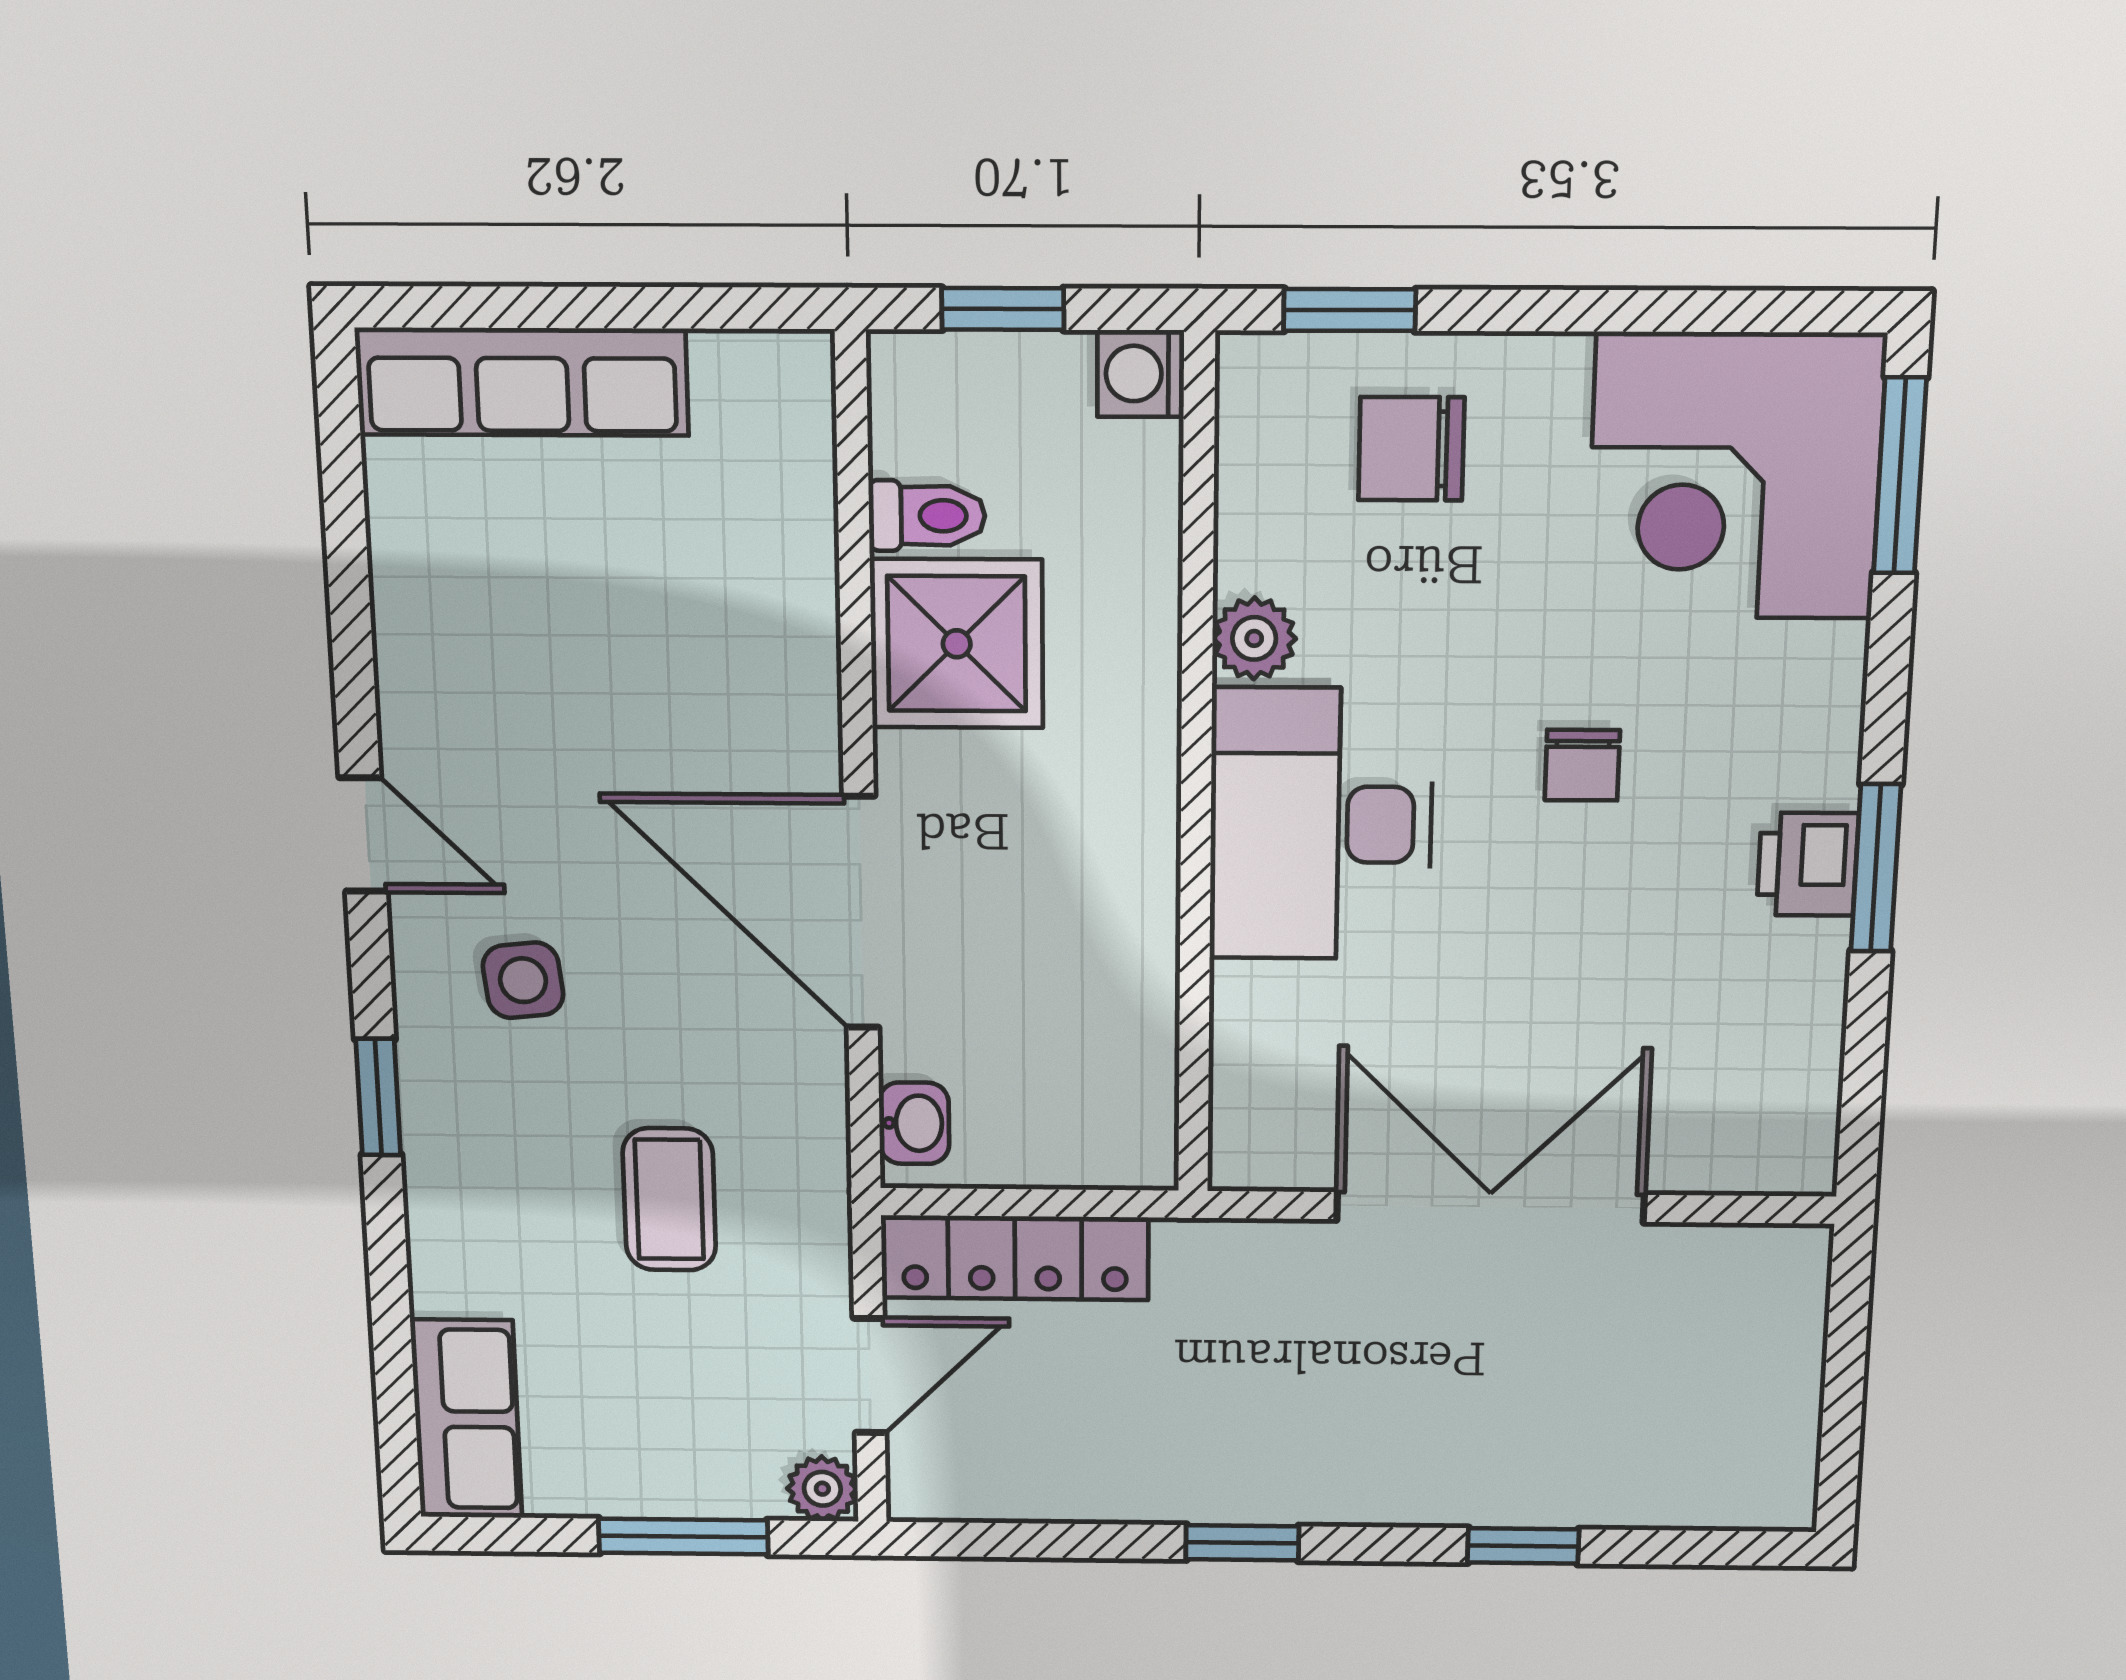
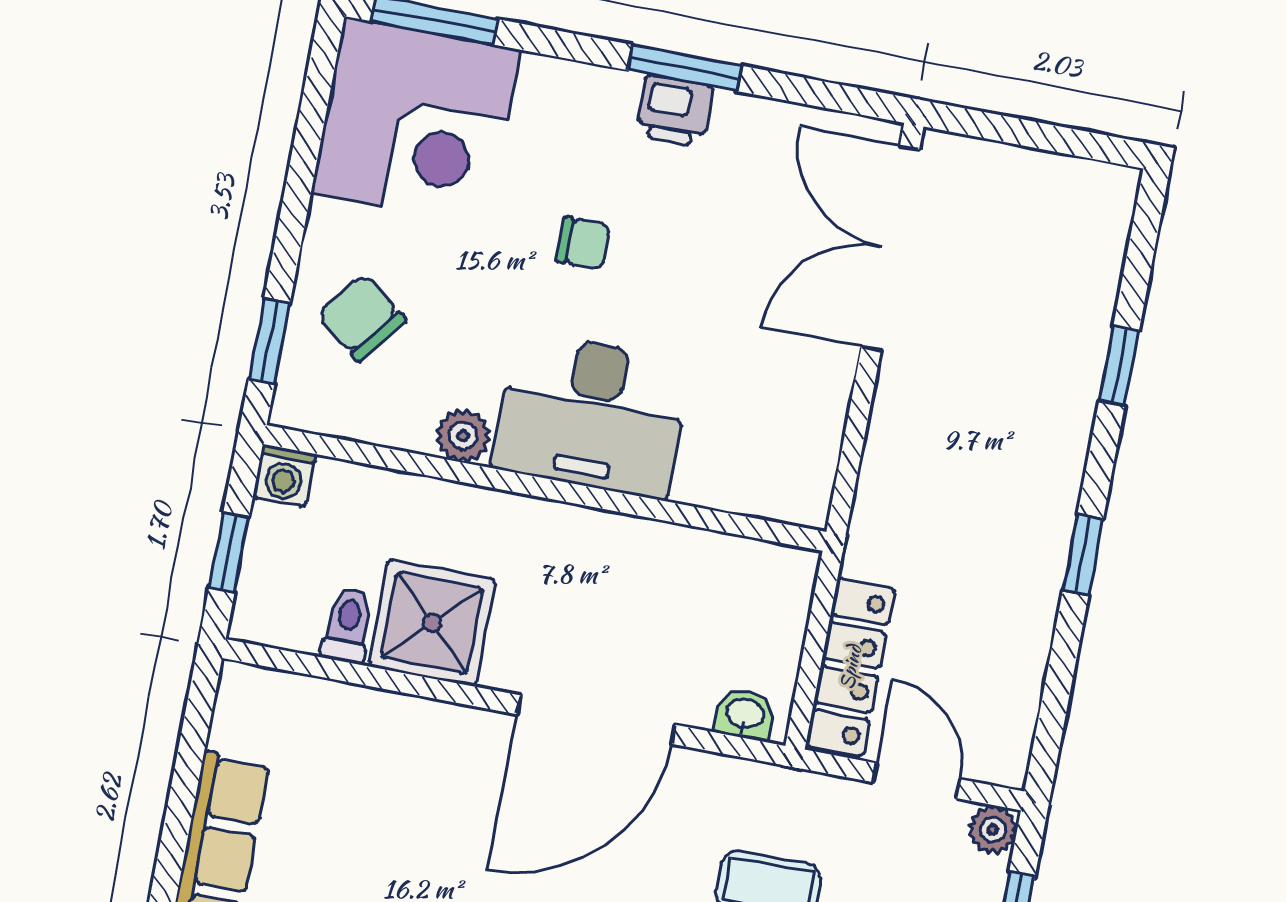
chair: (1411, 449) -> (362, 318), turned 128
double door: (1490, 1207) -> (890, 248), moved

